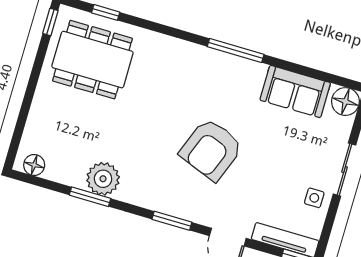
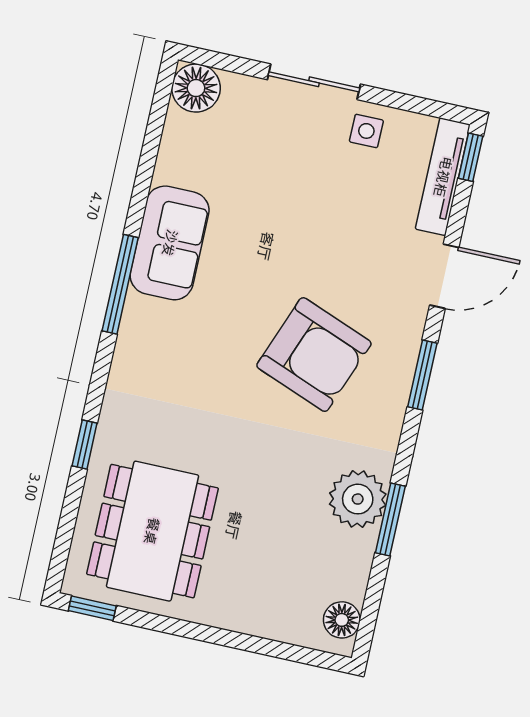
window: (106, 12) -> (85, 445), moved
sofa: (295, 91) -> (170, 243), moved
armchair: (211, 149) -> (314, 355), moved

